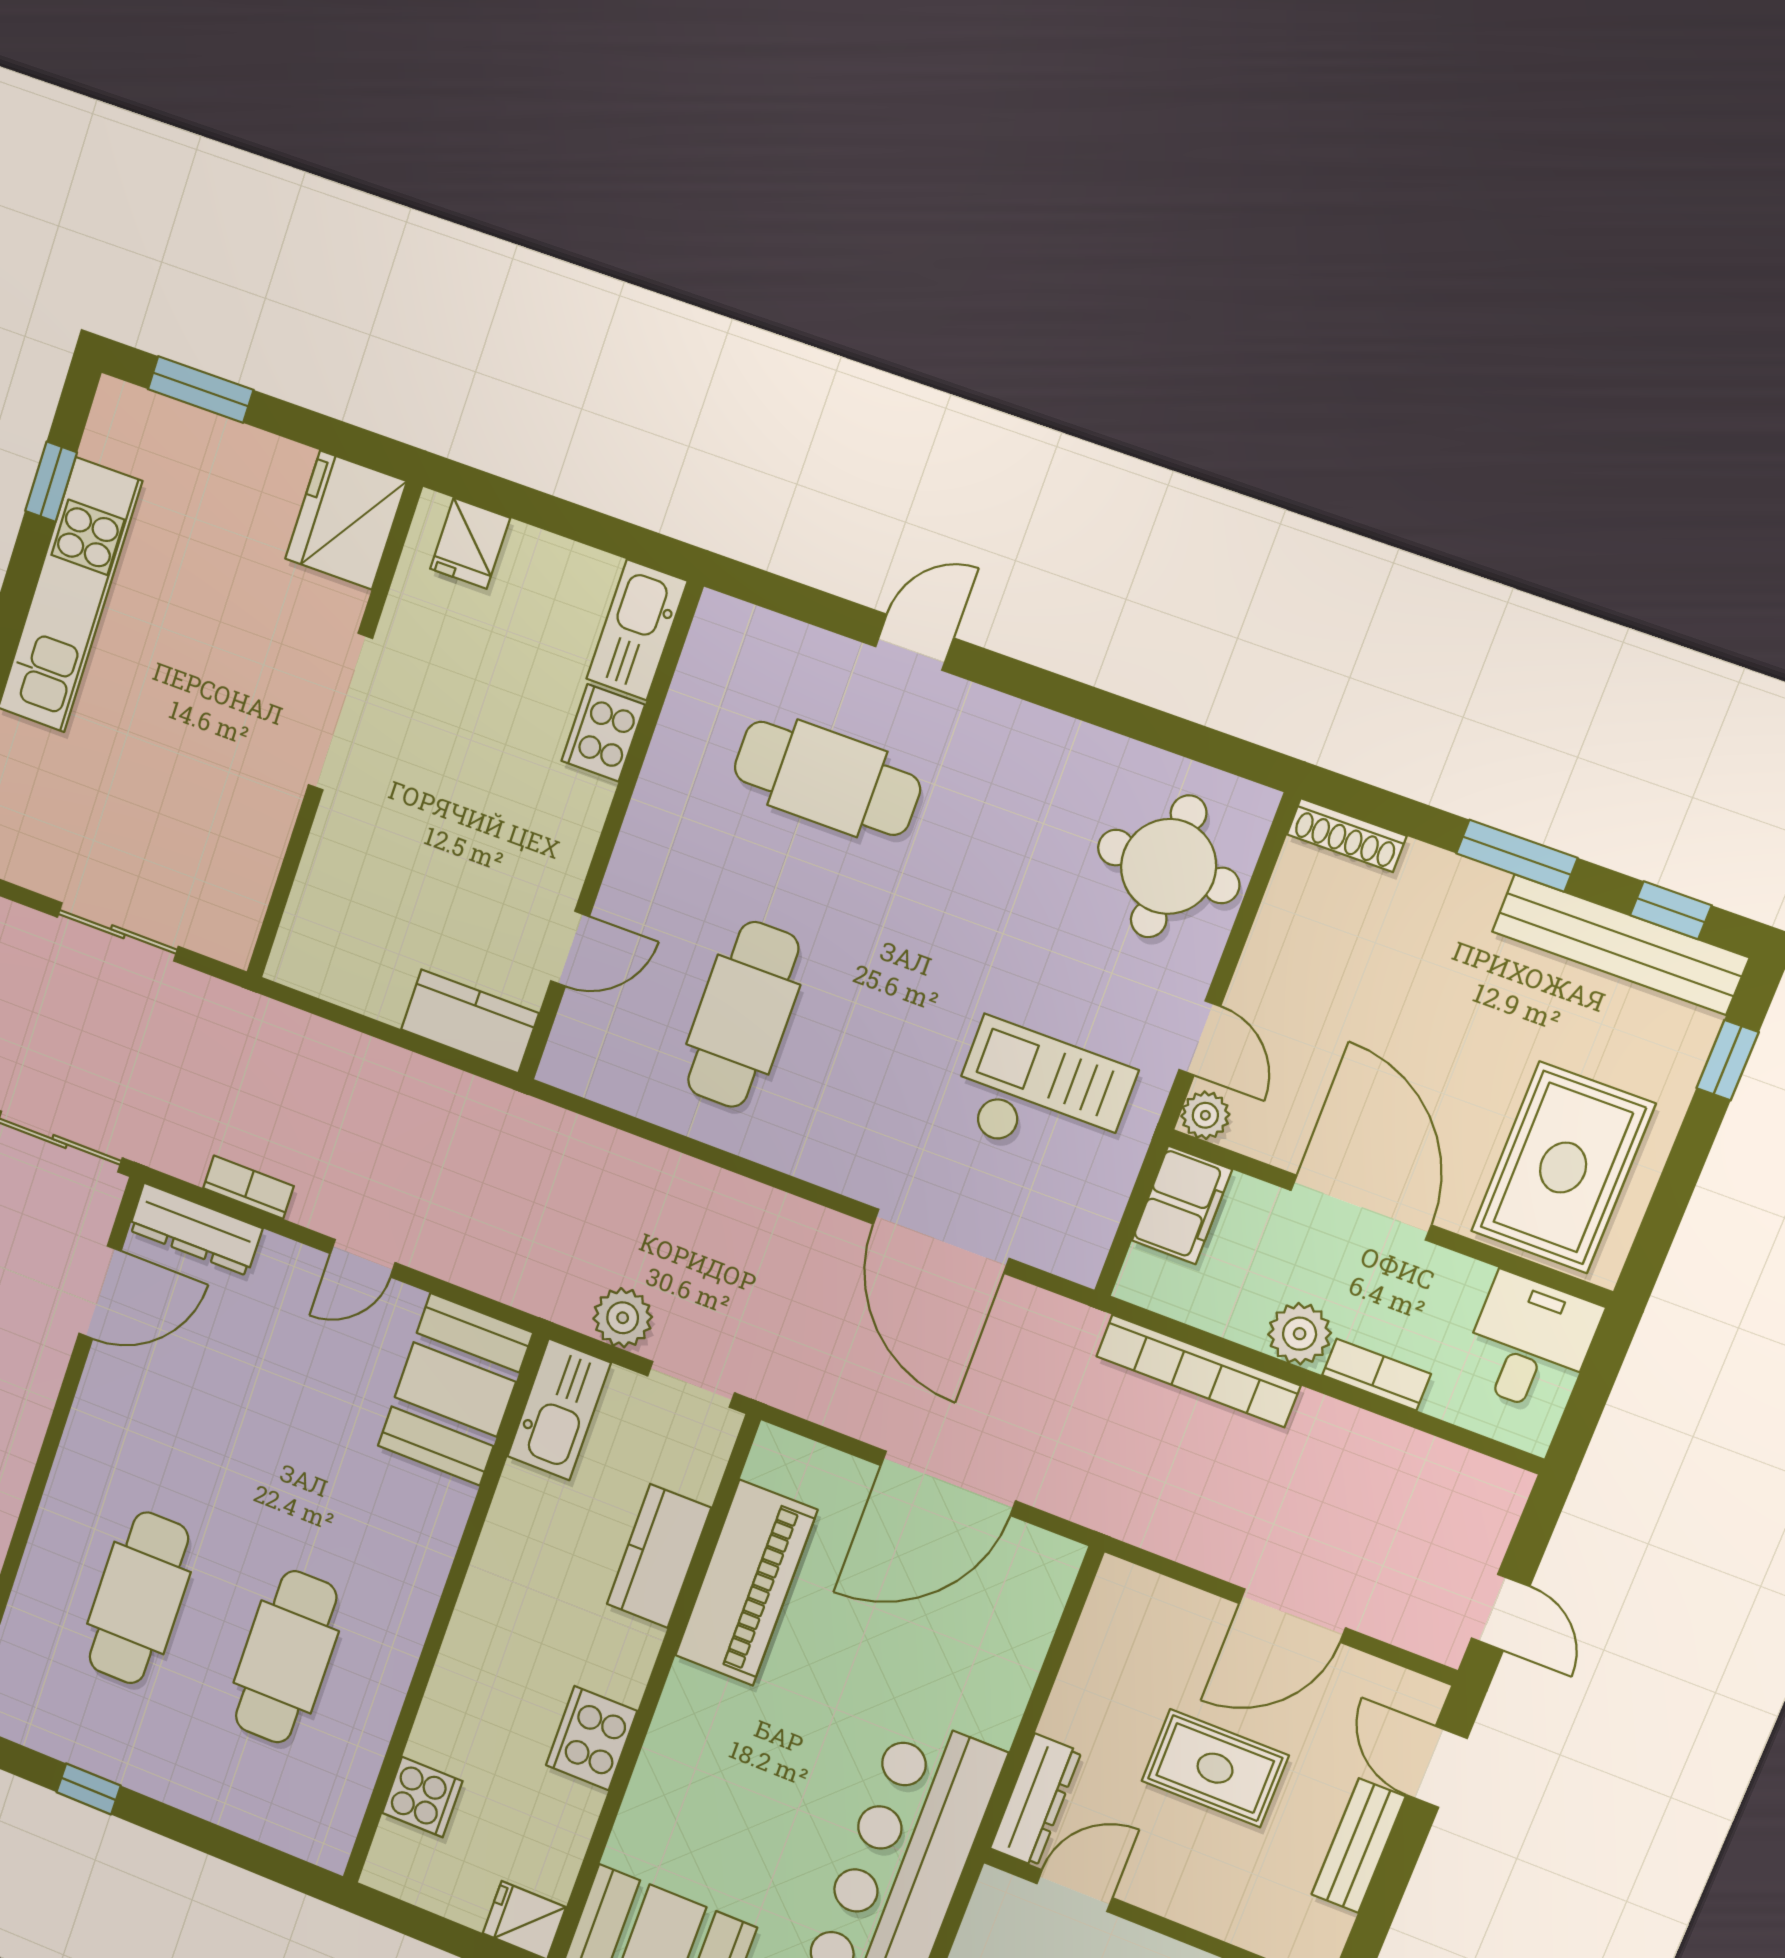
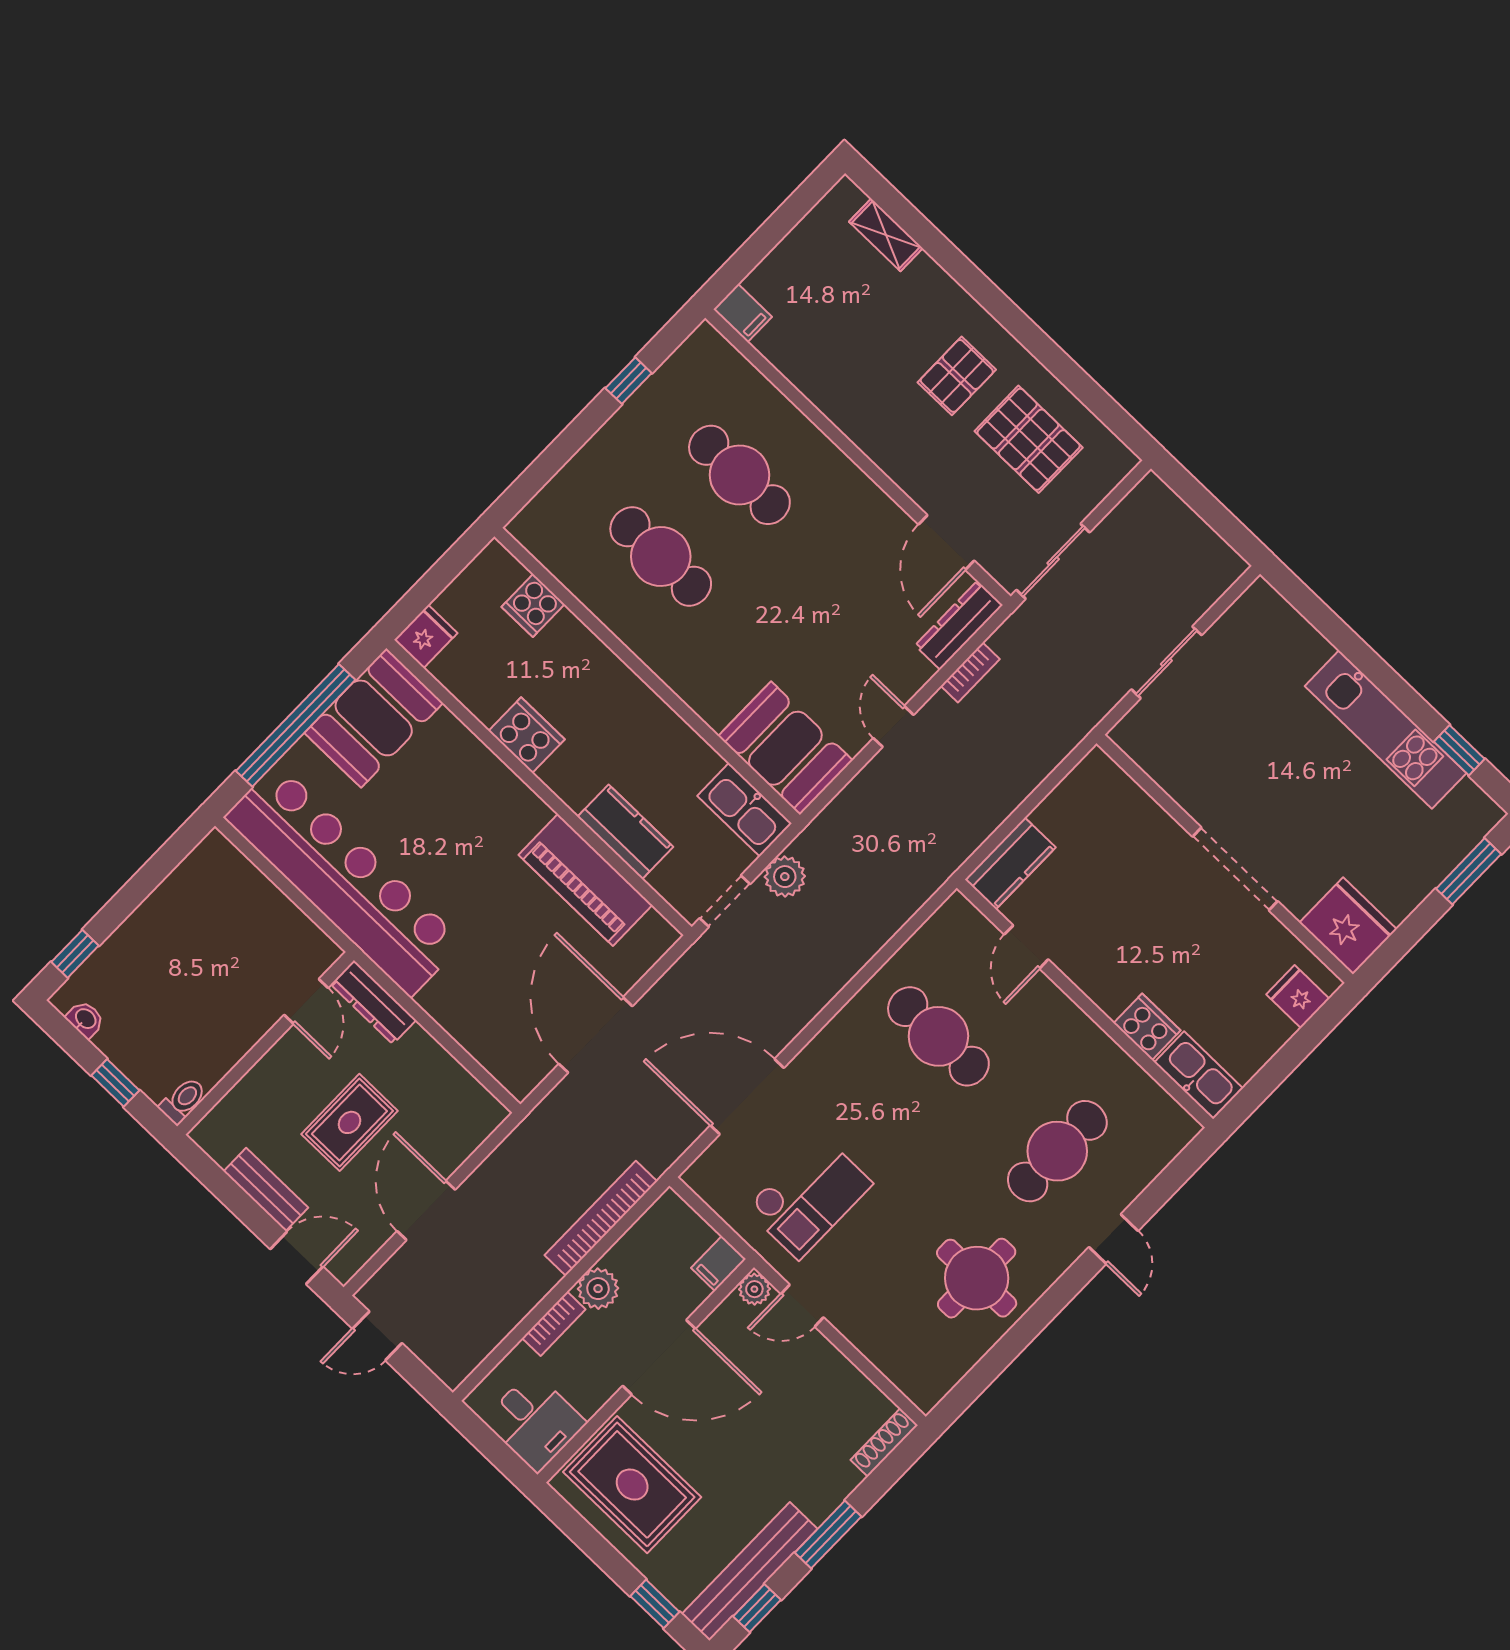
round table: (1169, 866) -> (977, 1278), moved
filing cabinet: (1182, 1205) -> (718, 1264), width x0.50

